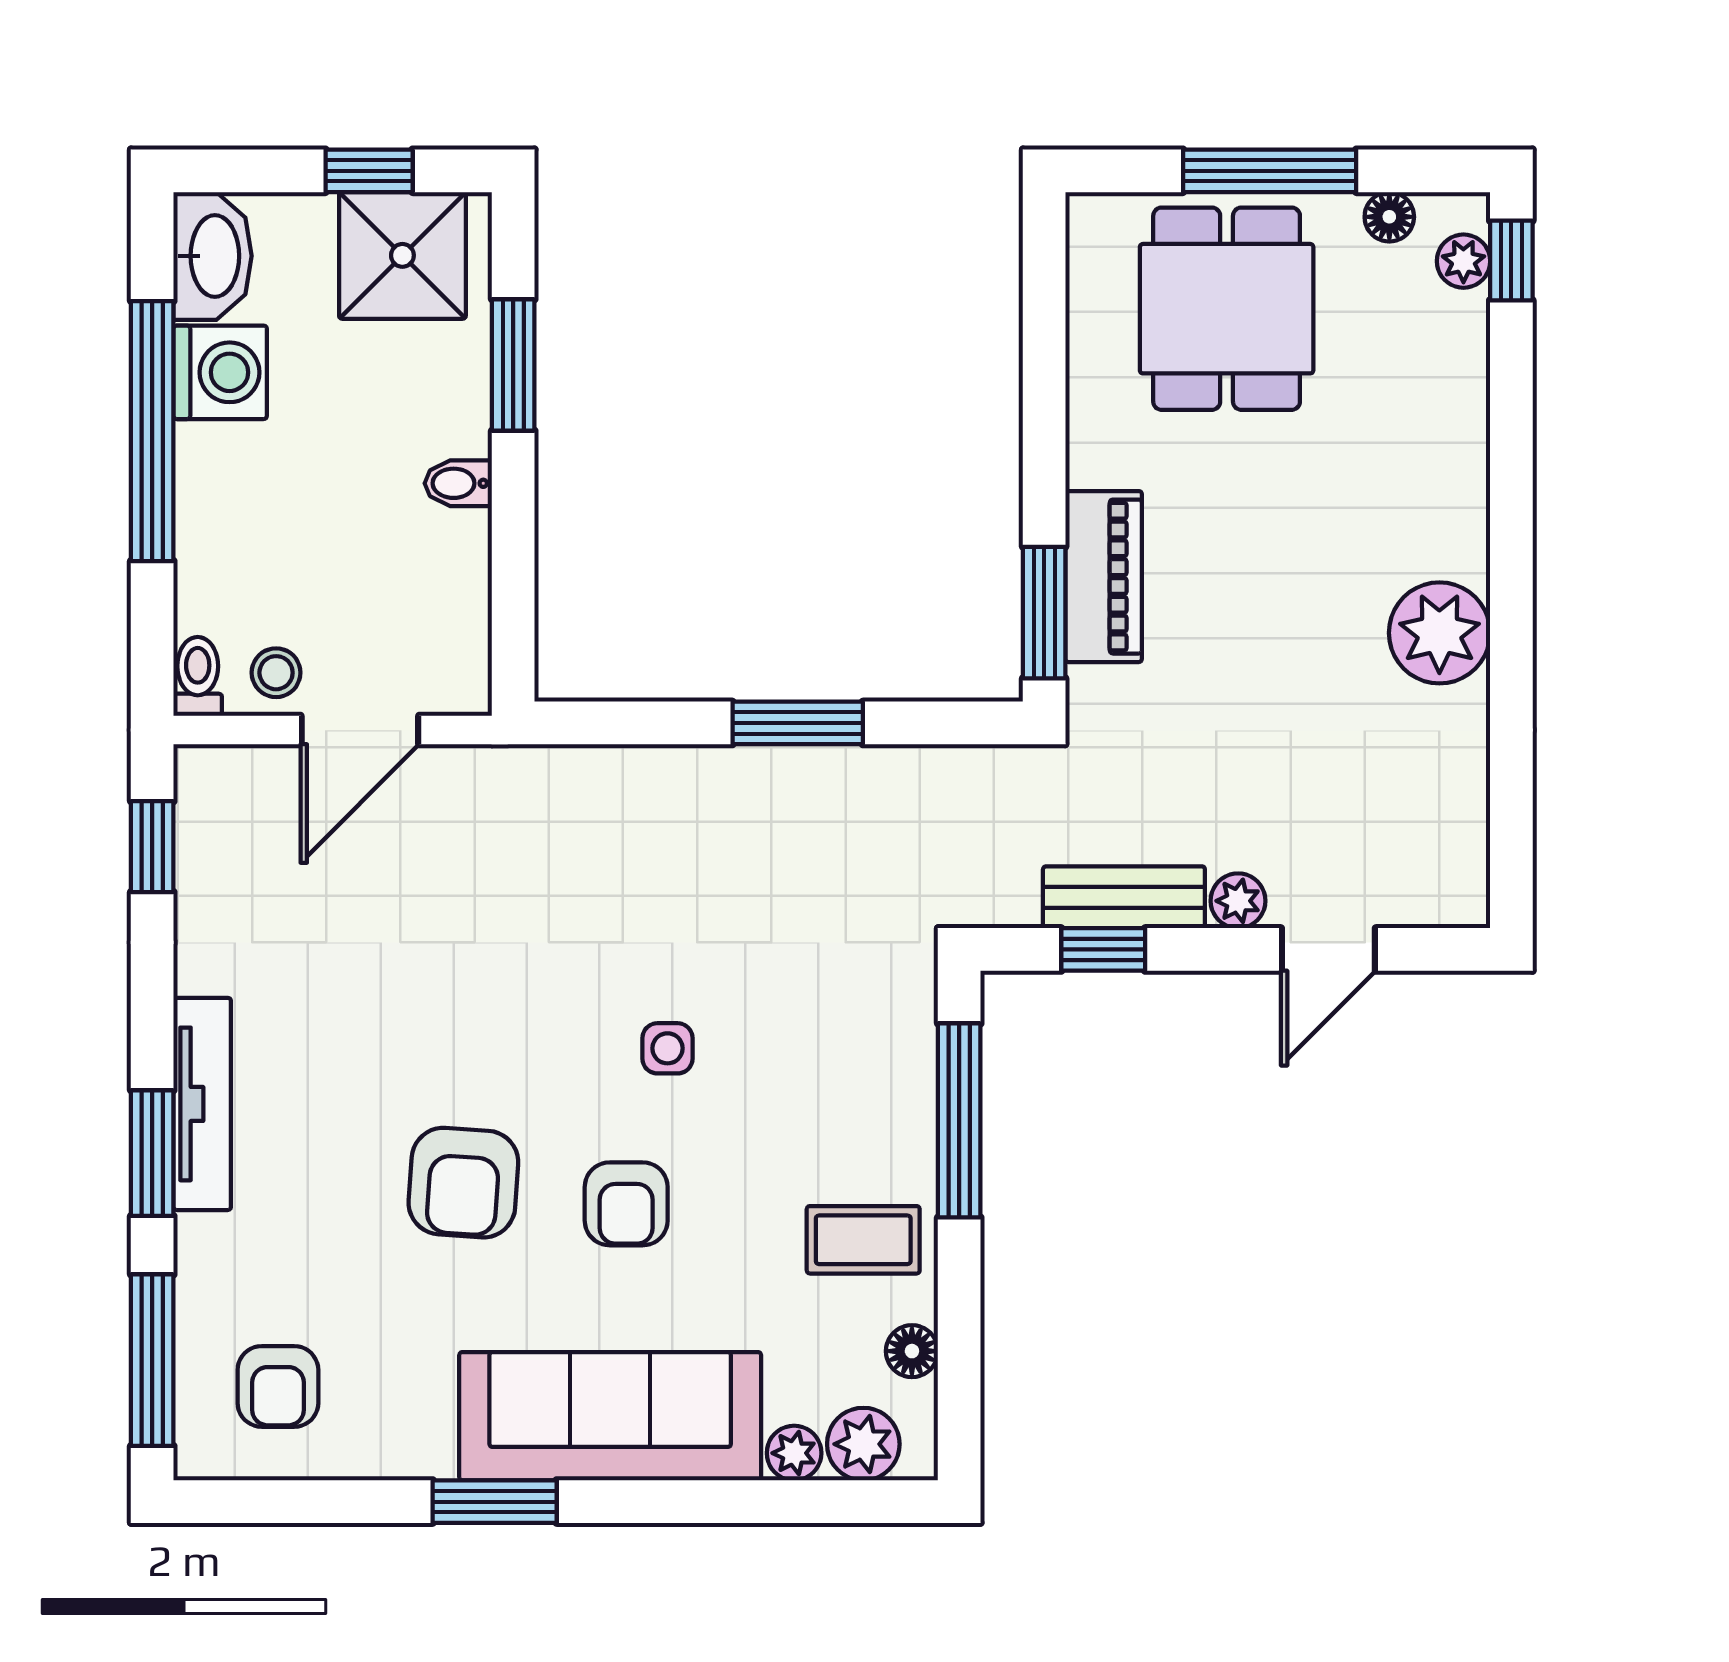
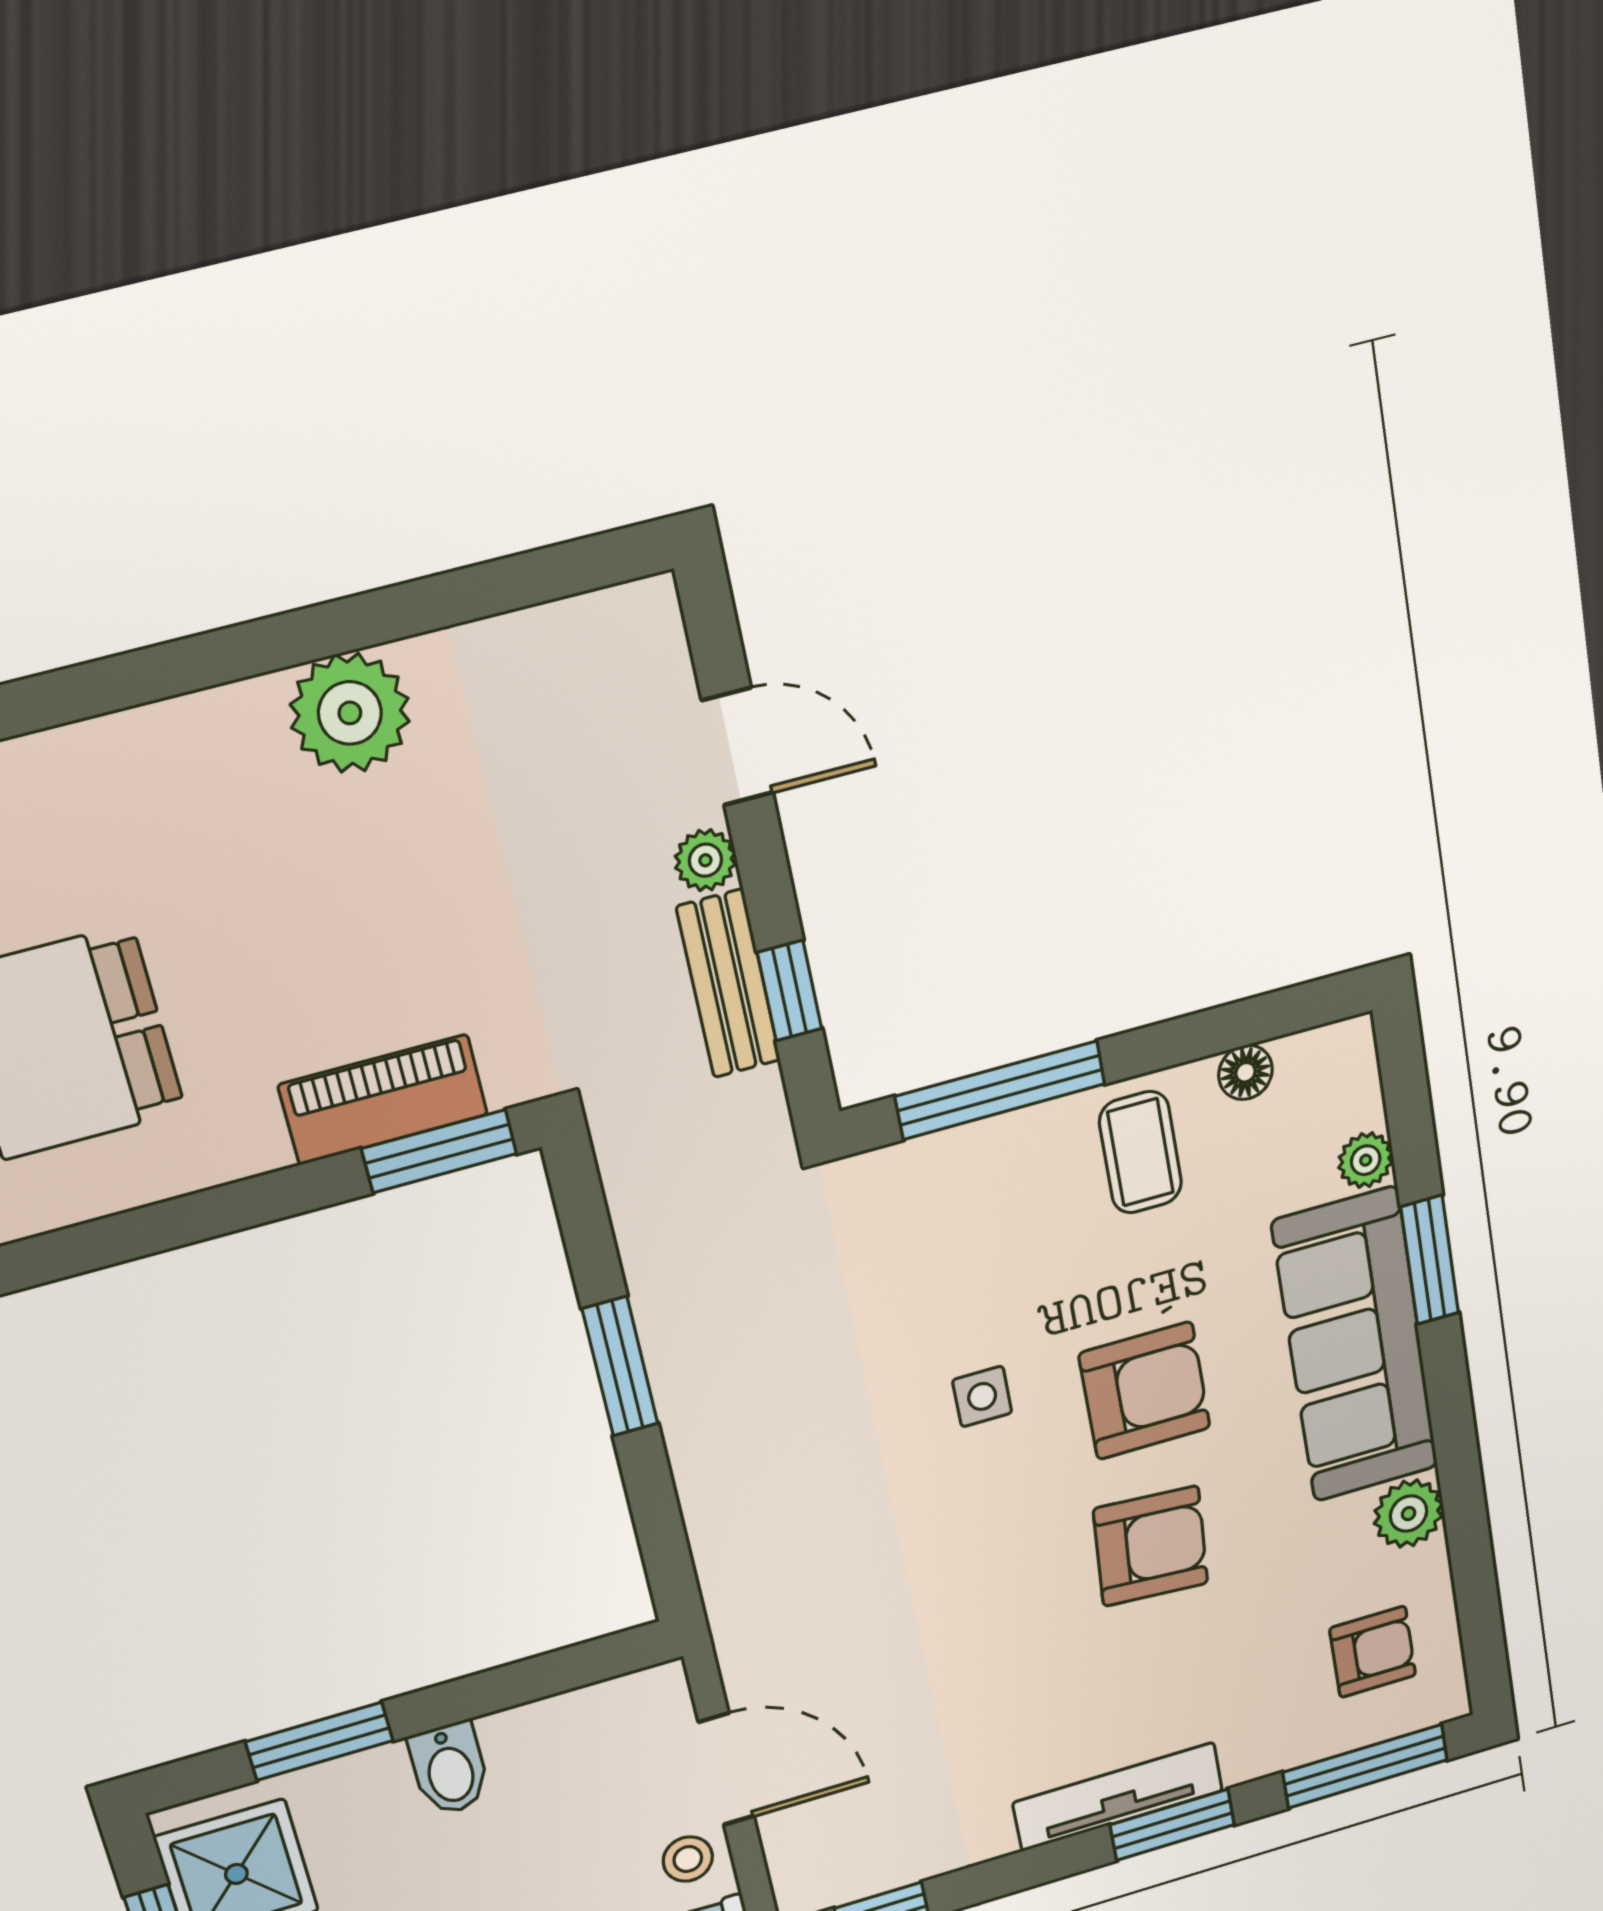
bidet: (458, 483) -> (449, 1769), width x1.38, depth x1.36
armchair: (626, 1204) -> (1145, 1391), width x1.38, depth x1.38
plant: (863, 1444) -> (1409, 1514), moved
window: (495, 1502) -> (1430, 1260), moved

